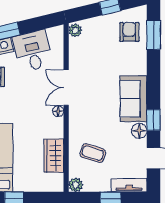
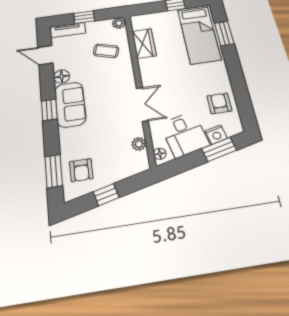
plant: (75, 30) -> (139, 144), moved
floor lamp: (58, 111) -> (160, 154), moved
window: (154, 120) -> (49, 110), moved

